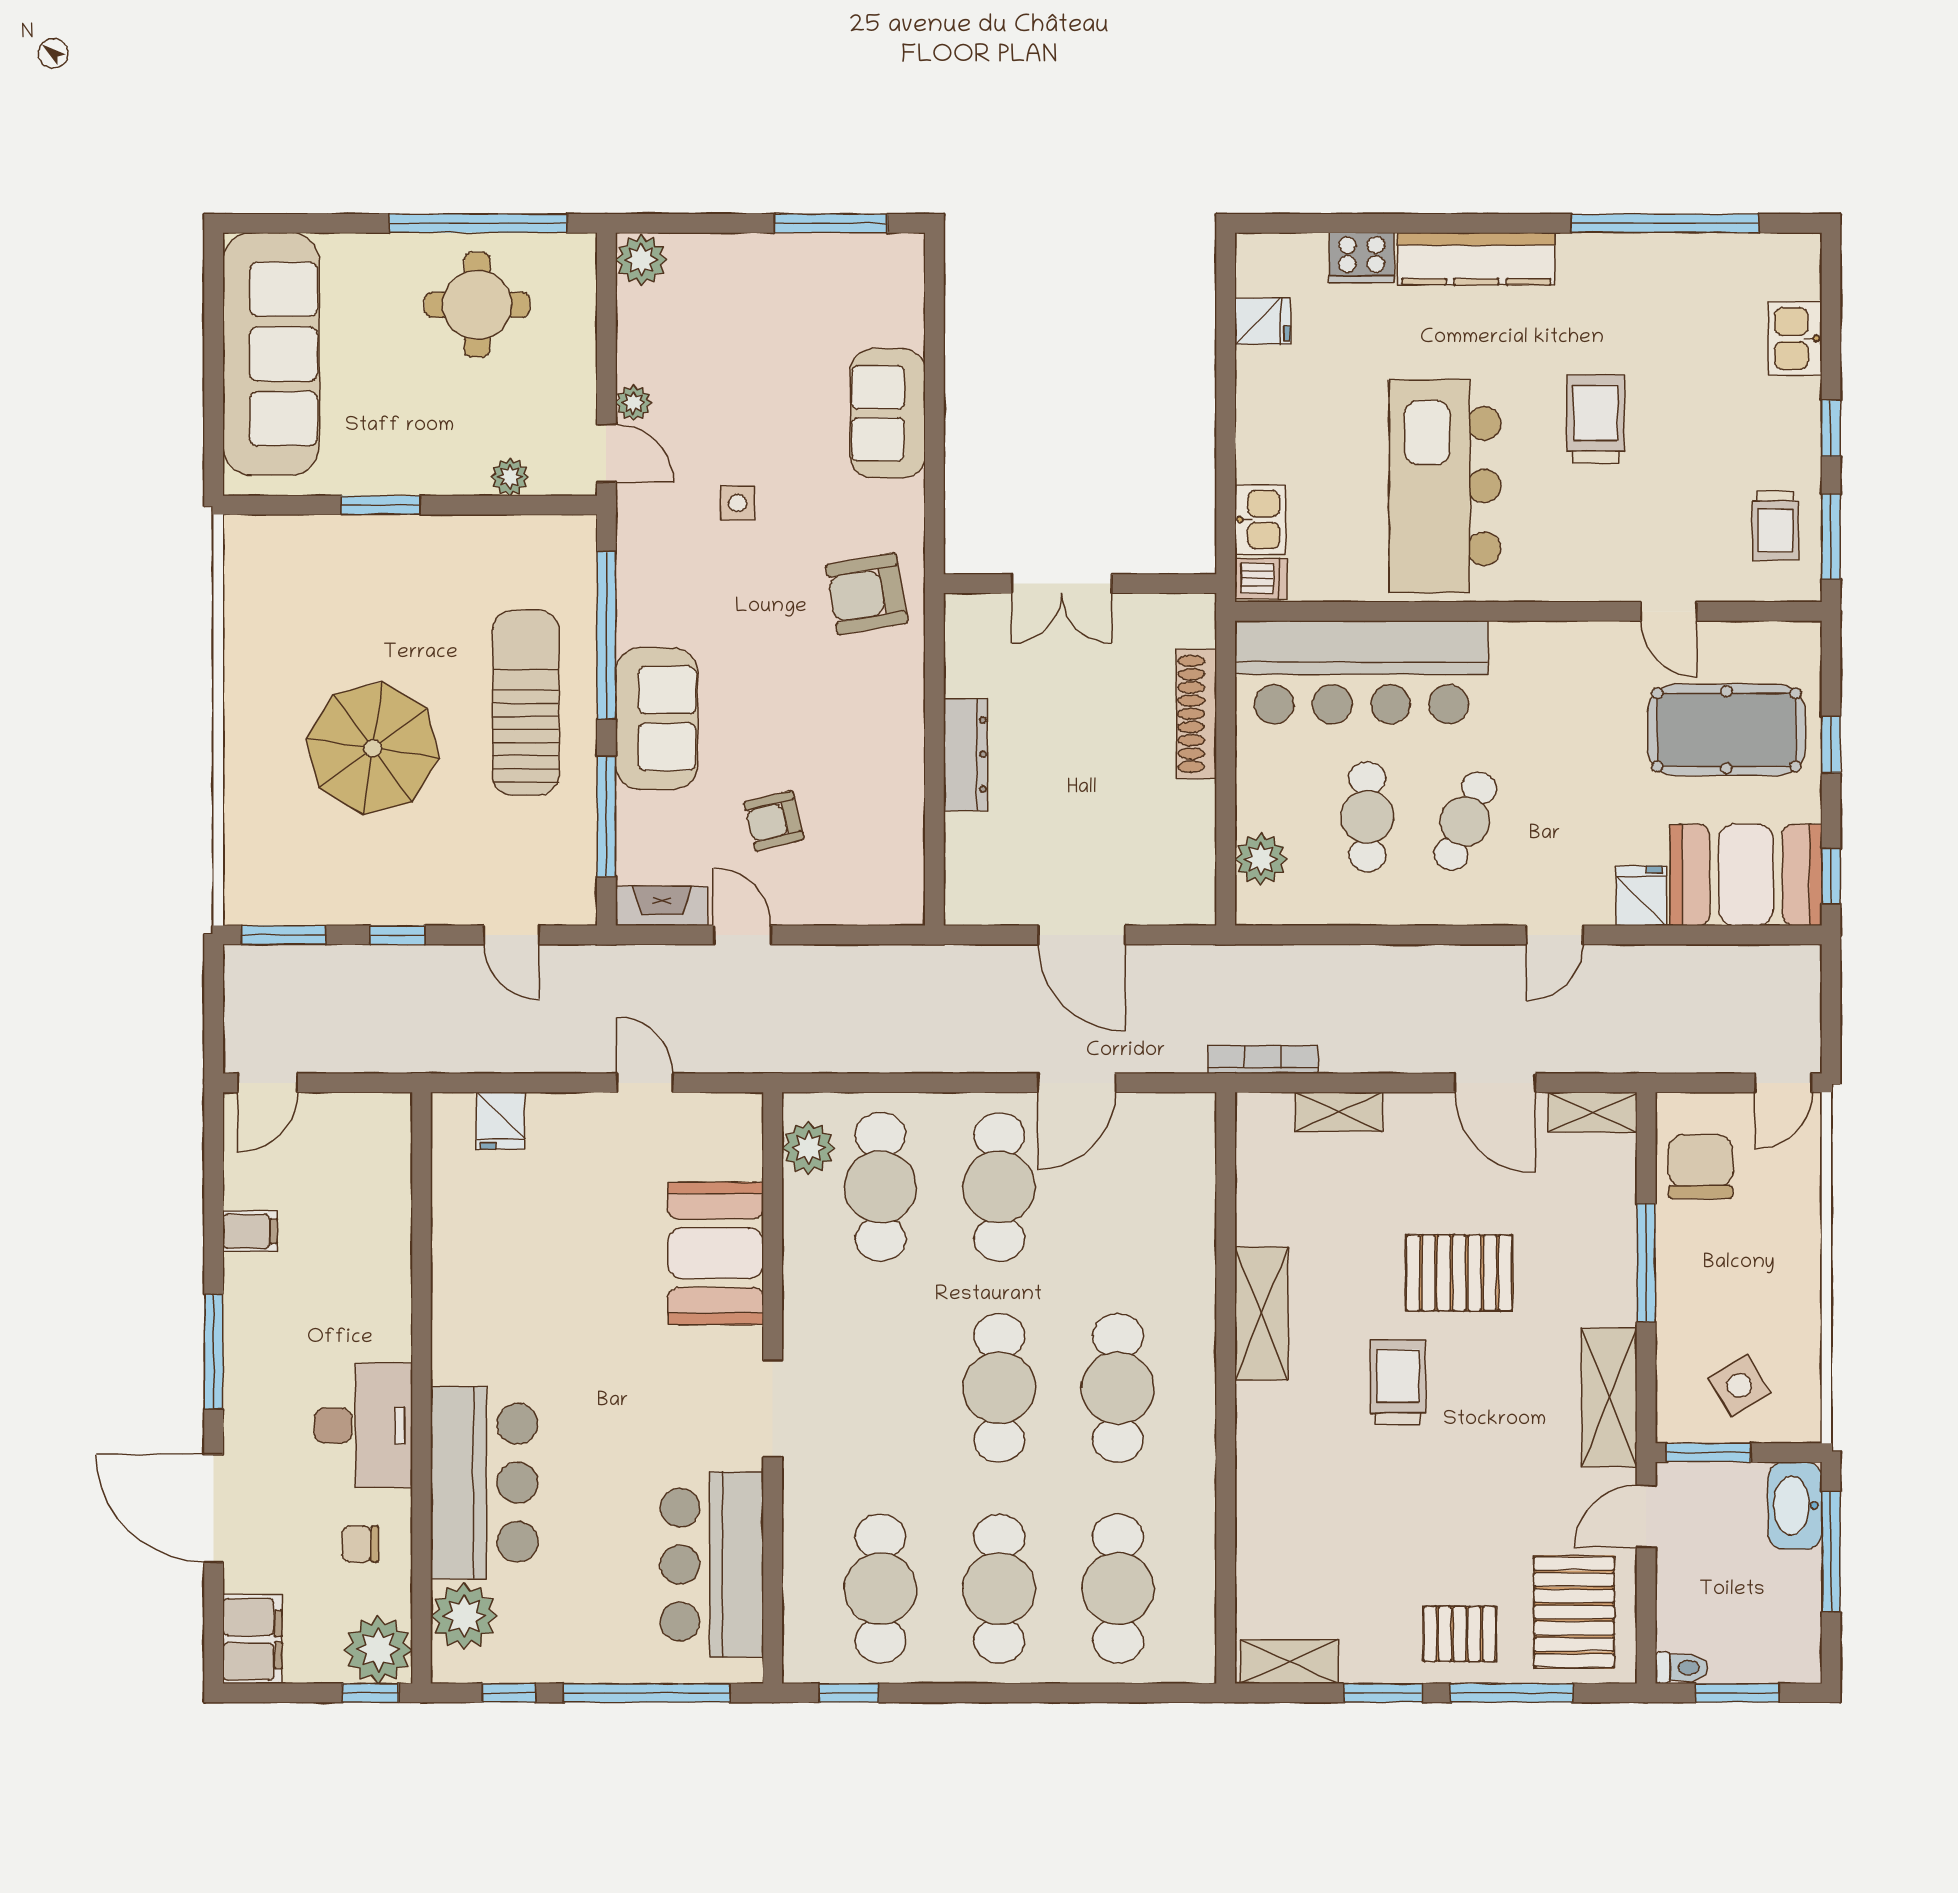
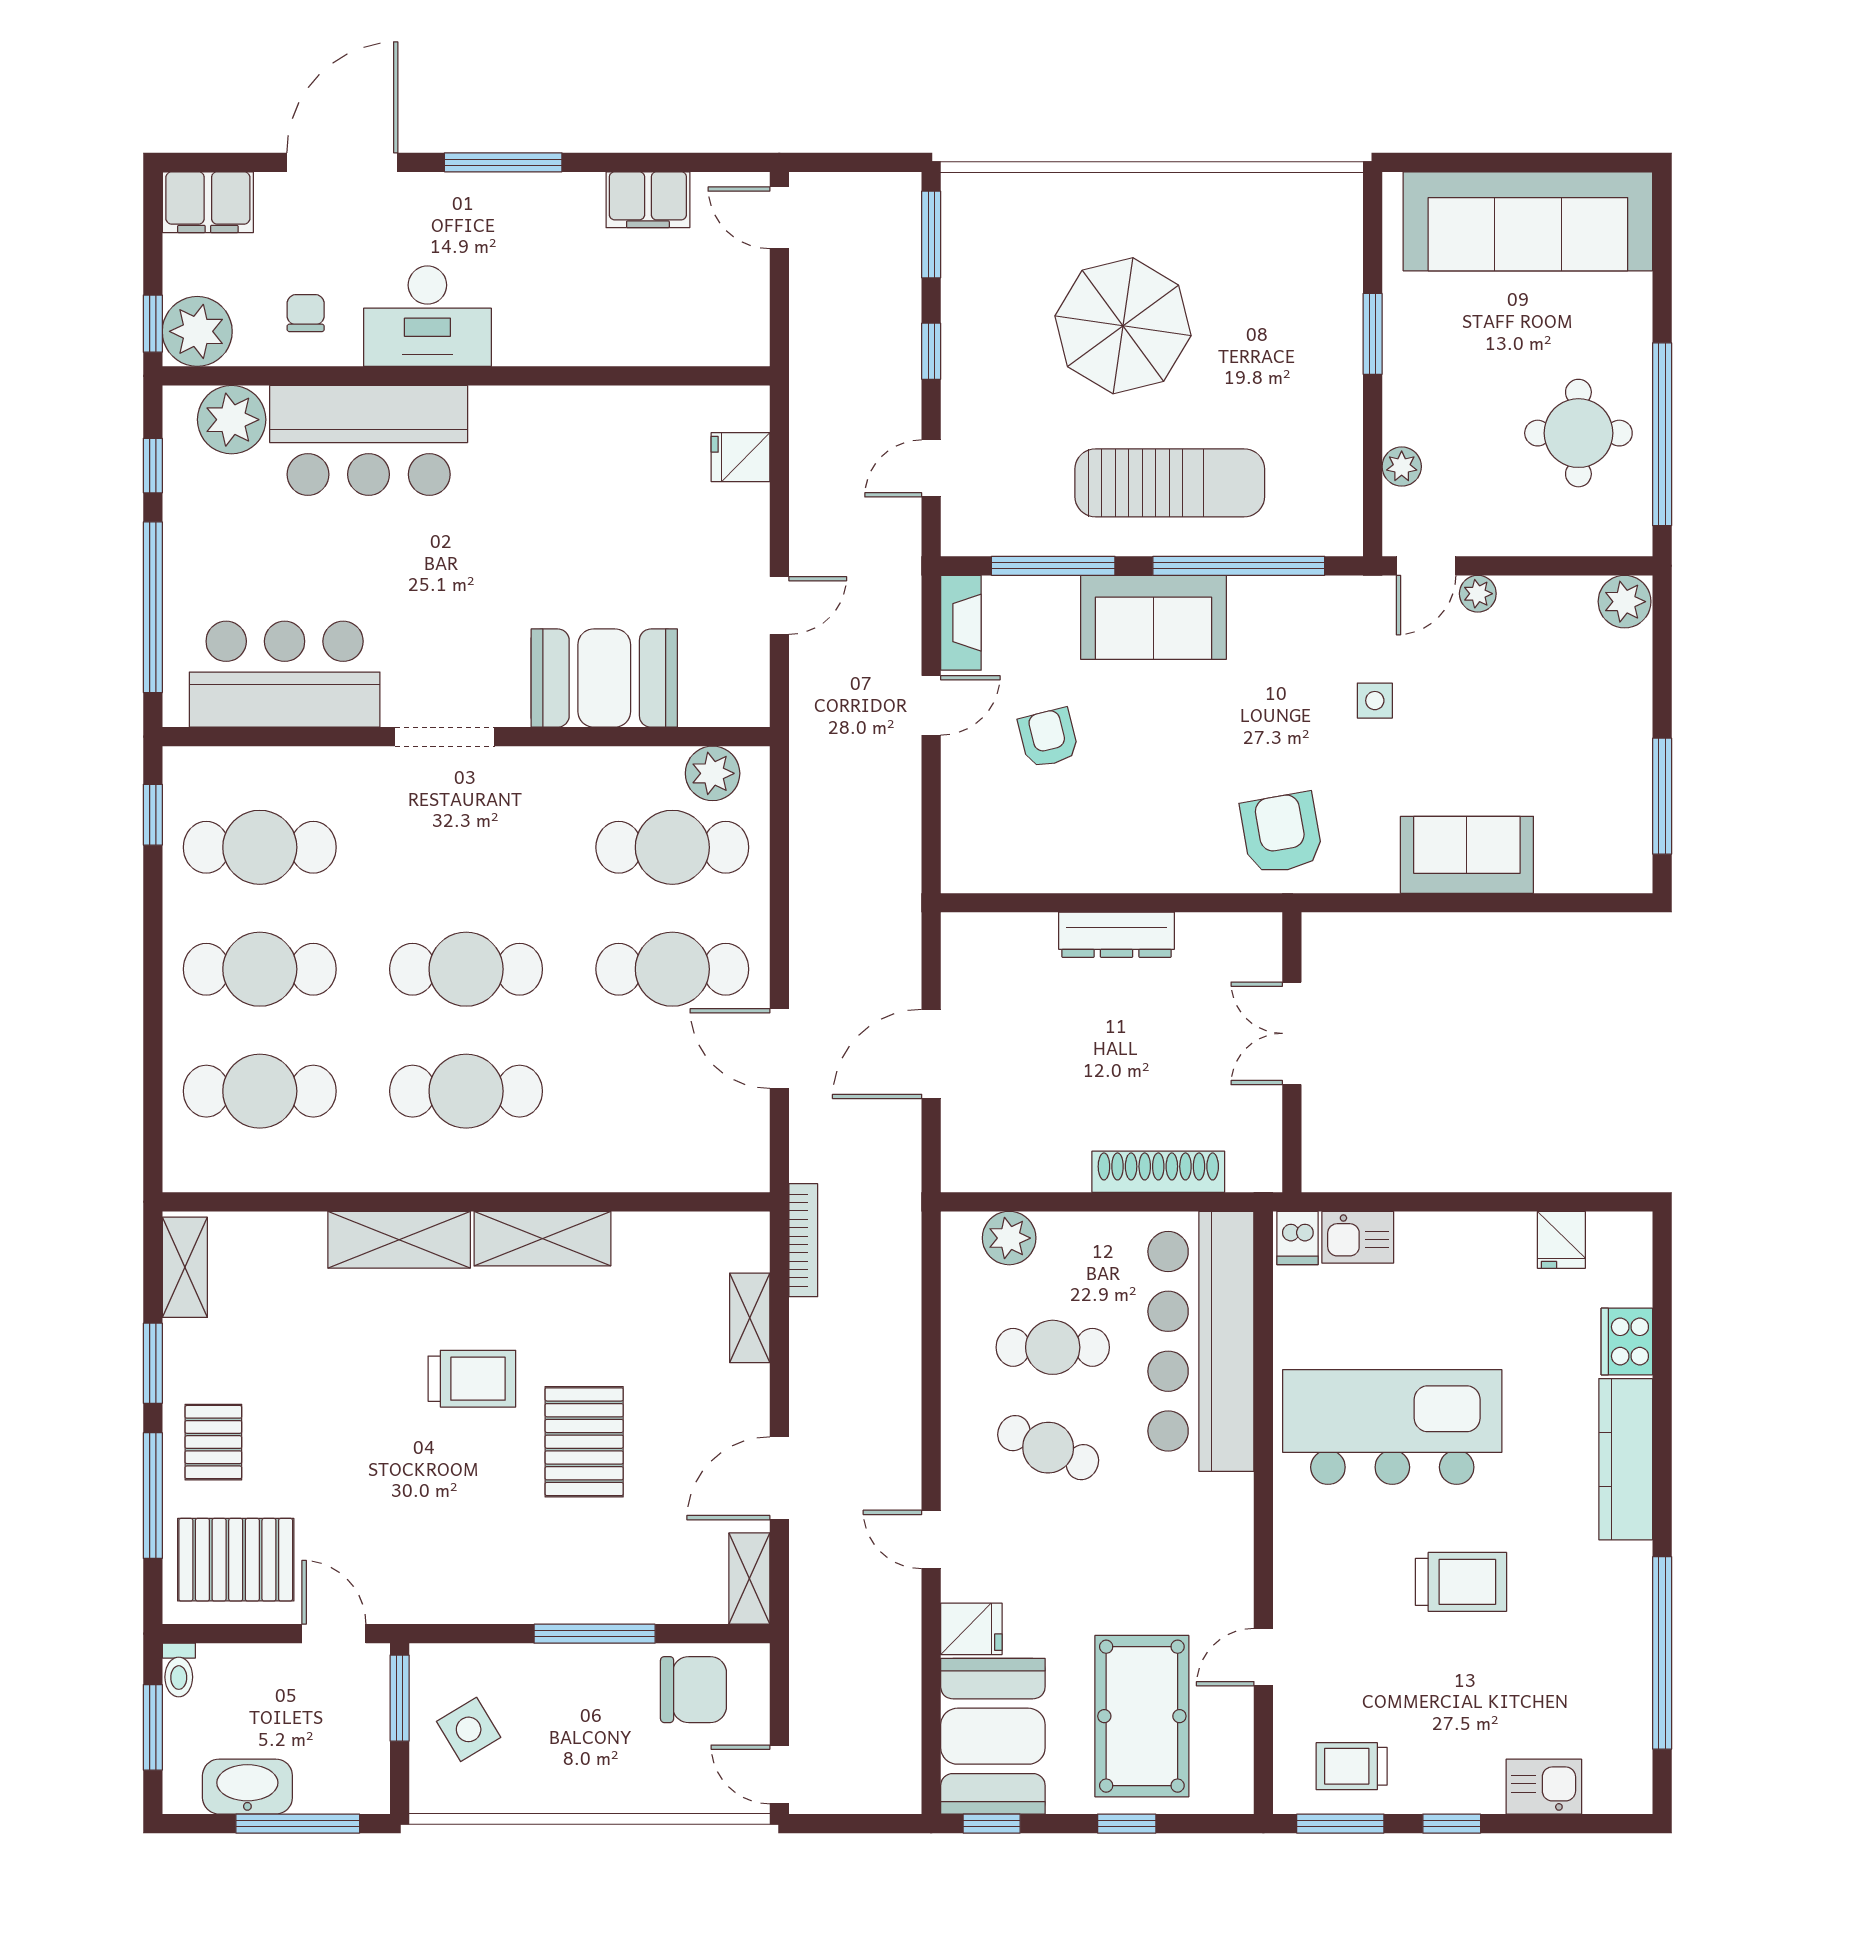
filing cabinet: (250, 1231) -> (648, 200), width x2.00
shelving: (1609, 1397) -> (399, 1240), moved
washbasin: (1795, 1506) -> (247, 1787), moved

